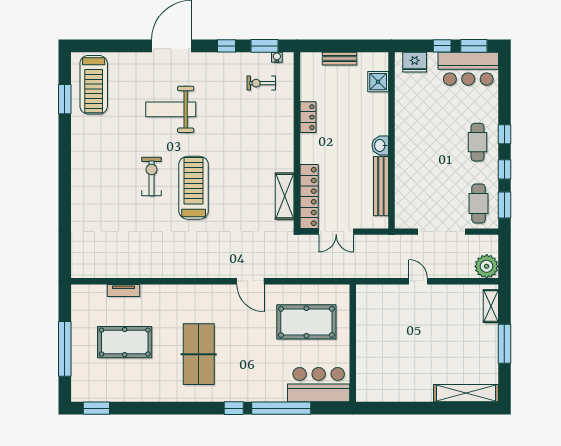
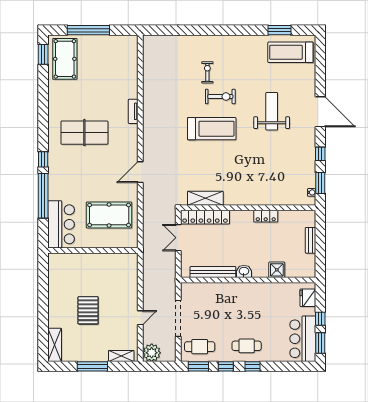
shower: (378, 82) -> (277, 270), moved
exercise bike: (261, 83) -> (207, 72), moved
door: (418, 281) -> (140, 318), moved
tv unit: (124, 290) -> (133, 111), moved
pool table: (306, 322) -> (109, 215), turned 90
pool table: (125, 342) -> (65, 59), moved
pallet: (431, 349) -> (88, 310), added
shelving: (466, 393) -> (55, 345), width x0.68

